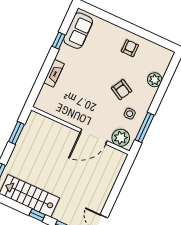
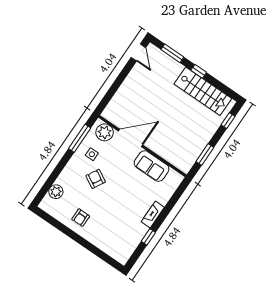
sofa: (78, 31) -> (152, 166), moved, turned -90
fireplace: (54, 73) -> (153, 215), moved
plant: (155, 80) -> (56, 192), moved

